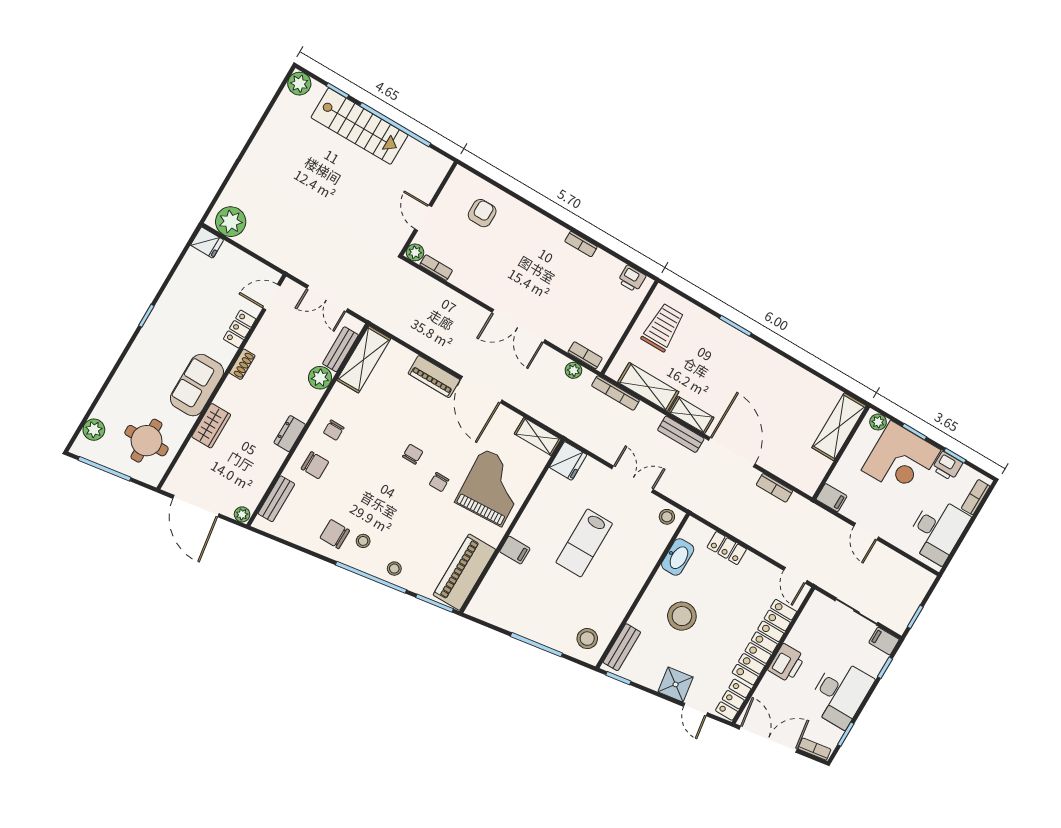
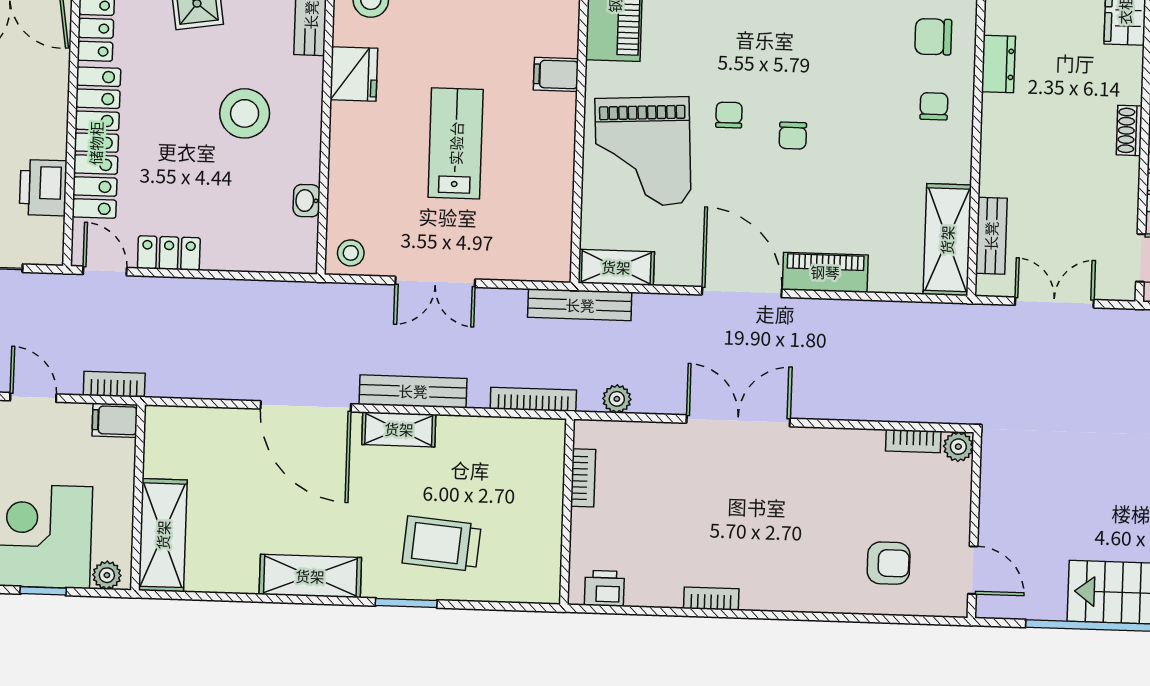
armchair: (482, 213) -> (889, 563), turned -90
door: (423, 218) -> (973, 570), moved
trolley: (663, 327) -> (442, 544), moved, turned 95
bookcase: (585, 355) -> (583, 478), moved, turned -90
plant: (320, 378) -> (999, 175), removed
shelving: (648, 387) -> (310, 576), moved
bench: (566, 428) -> (580, 305), added
bench: (681, 434) -> (413, 391), width x1.36
fridge: (568, 461) -> (354, 74), moved, turned 180
bookcase: (774, 488) -> (114, 384), moved
locker: (727, 548) -> (169, 253), moved
washbasin: (678, 557) -> (307, 201), width x0.52, depth x0.69
printer: (786, 663) -> (43, 188), moved

